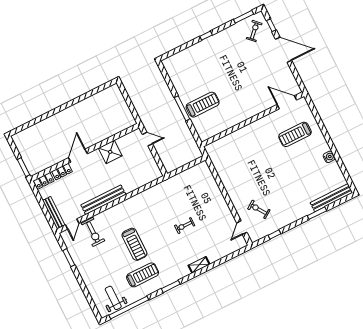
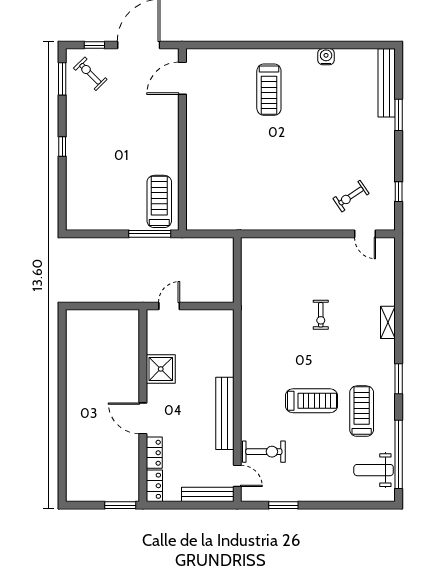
door: (287, 102) -> (182, 78), moved
wall: (253, 119) -> (182, 139), moved

